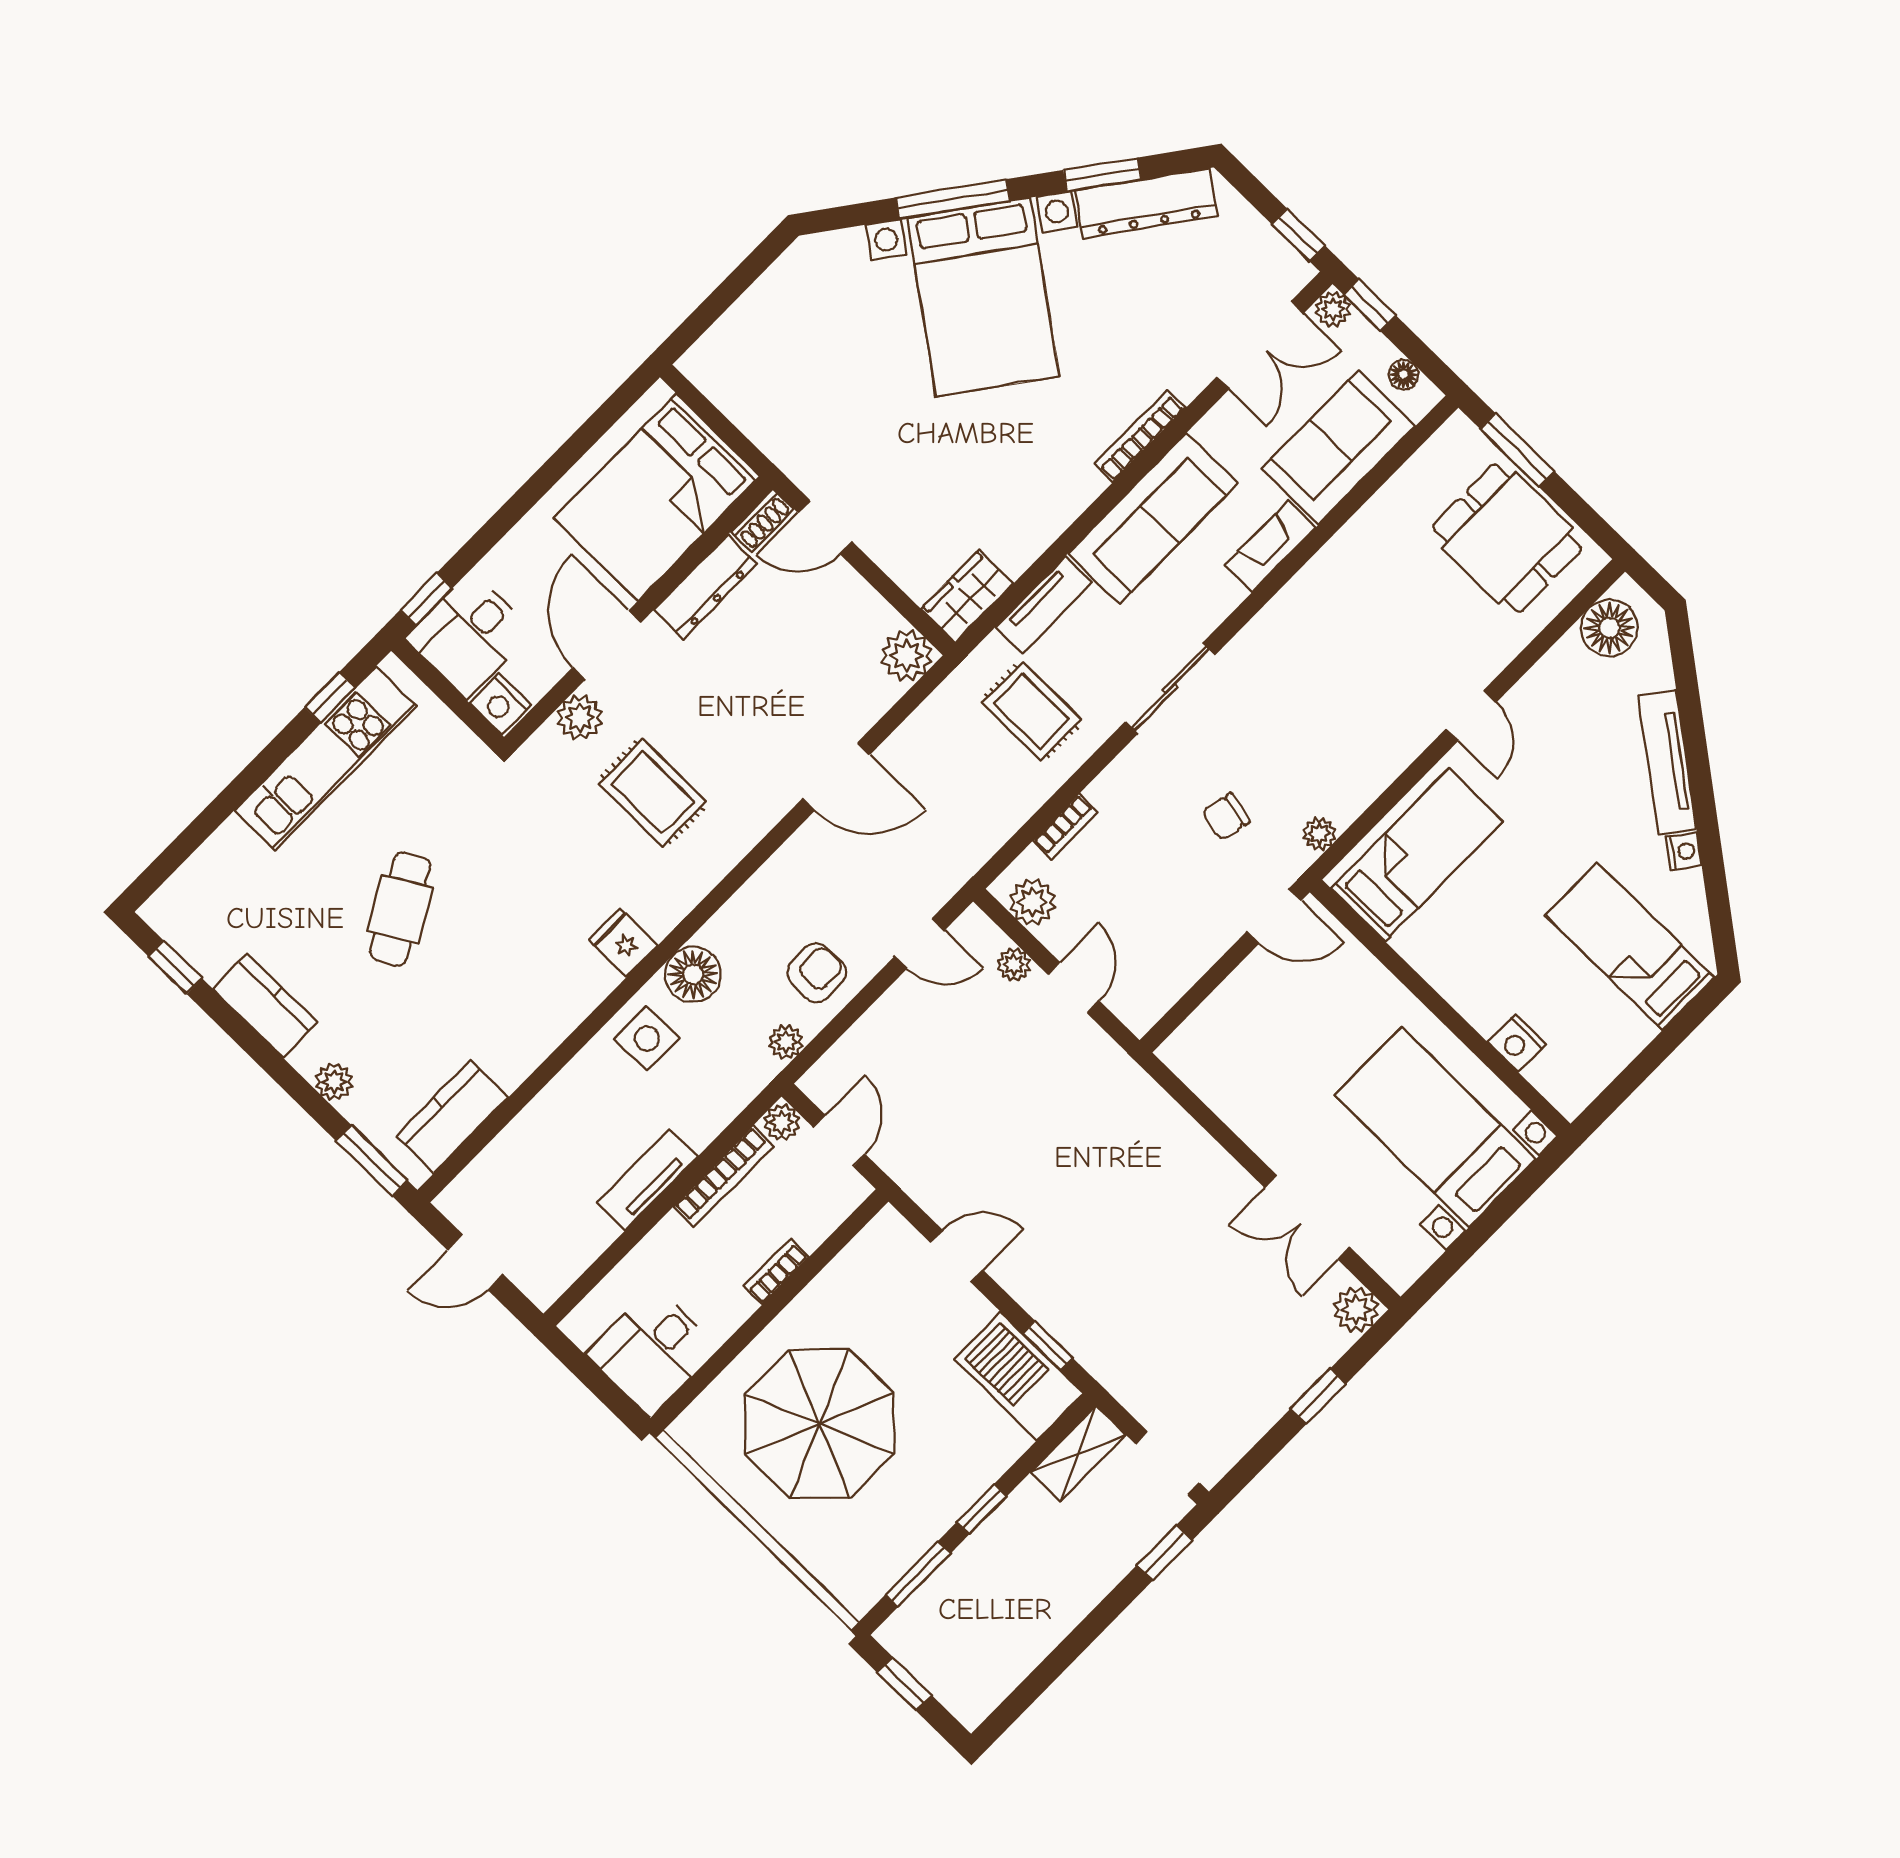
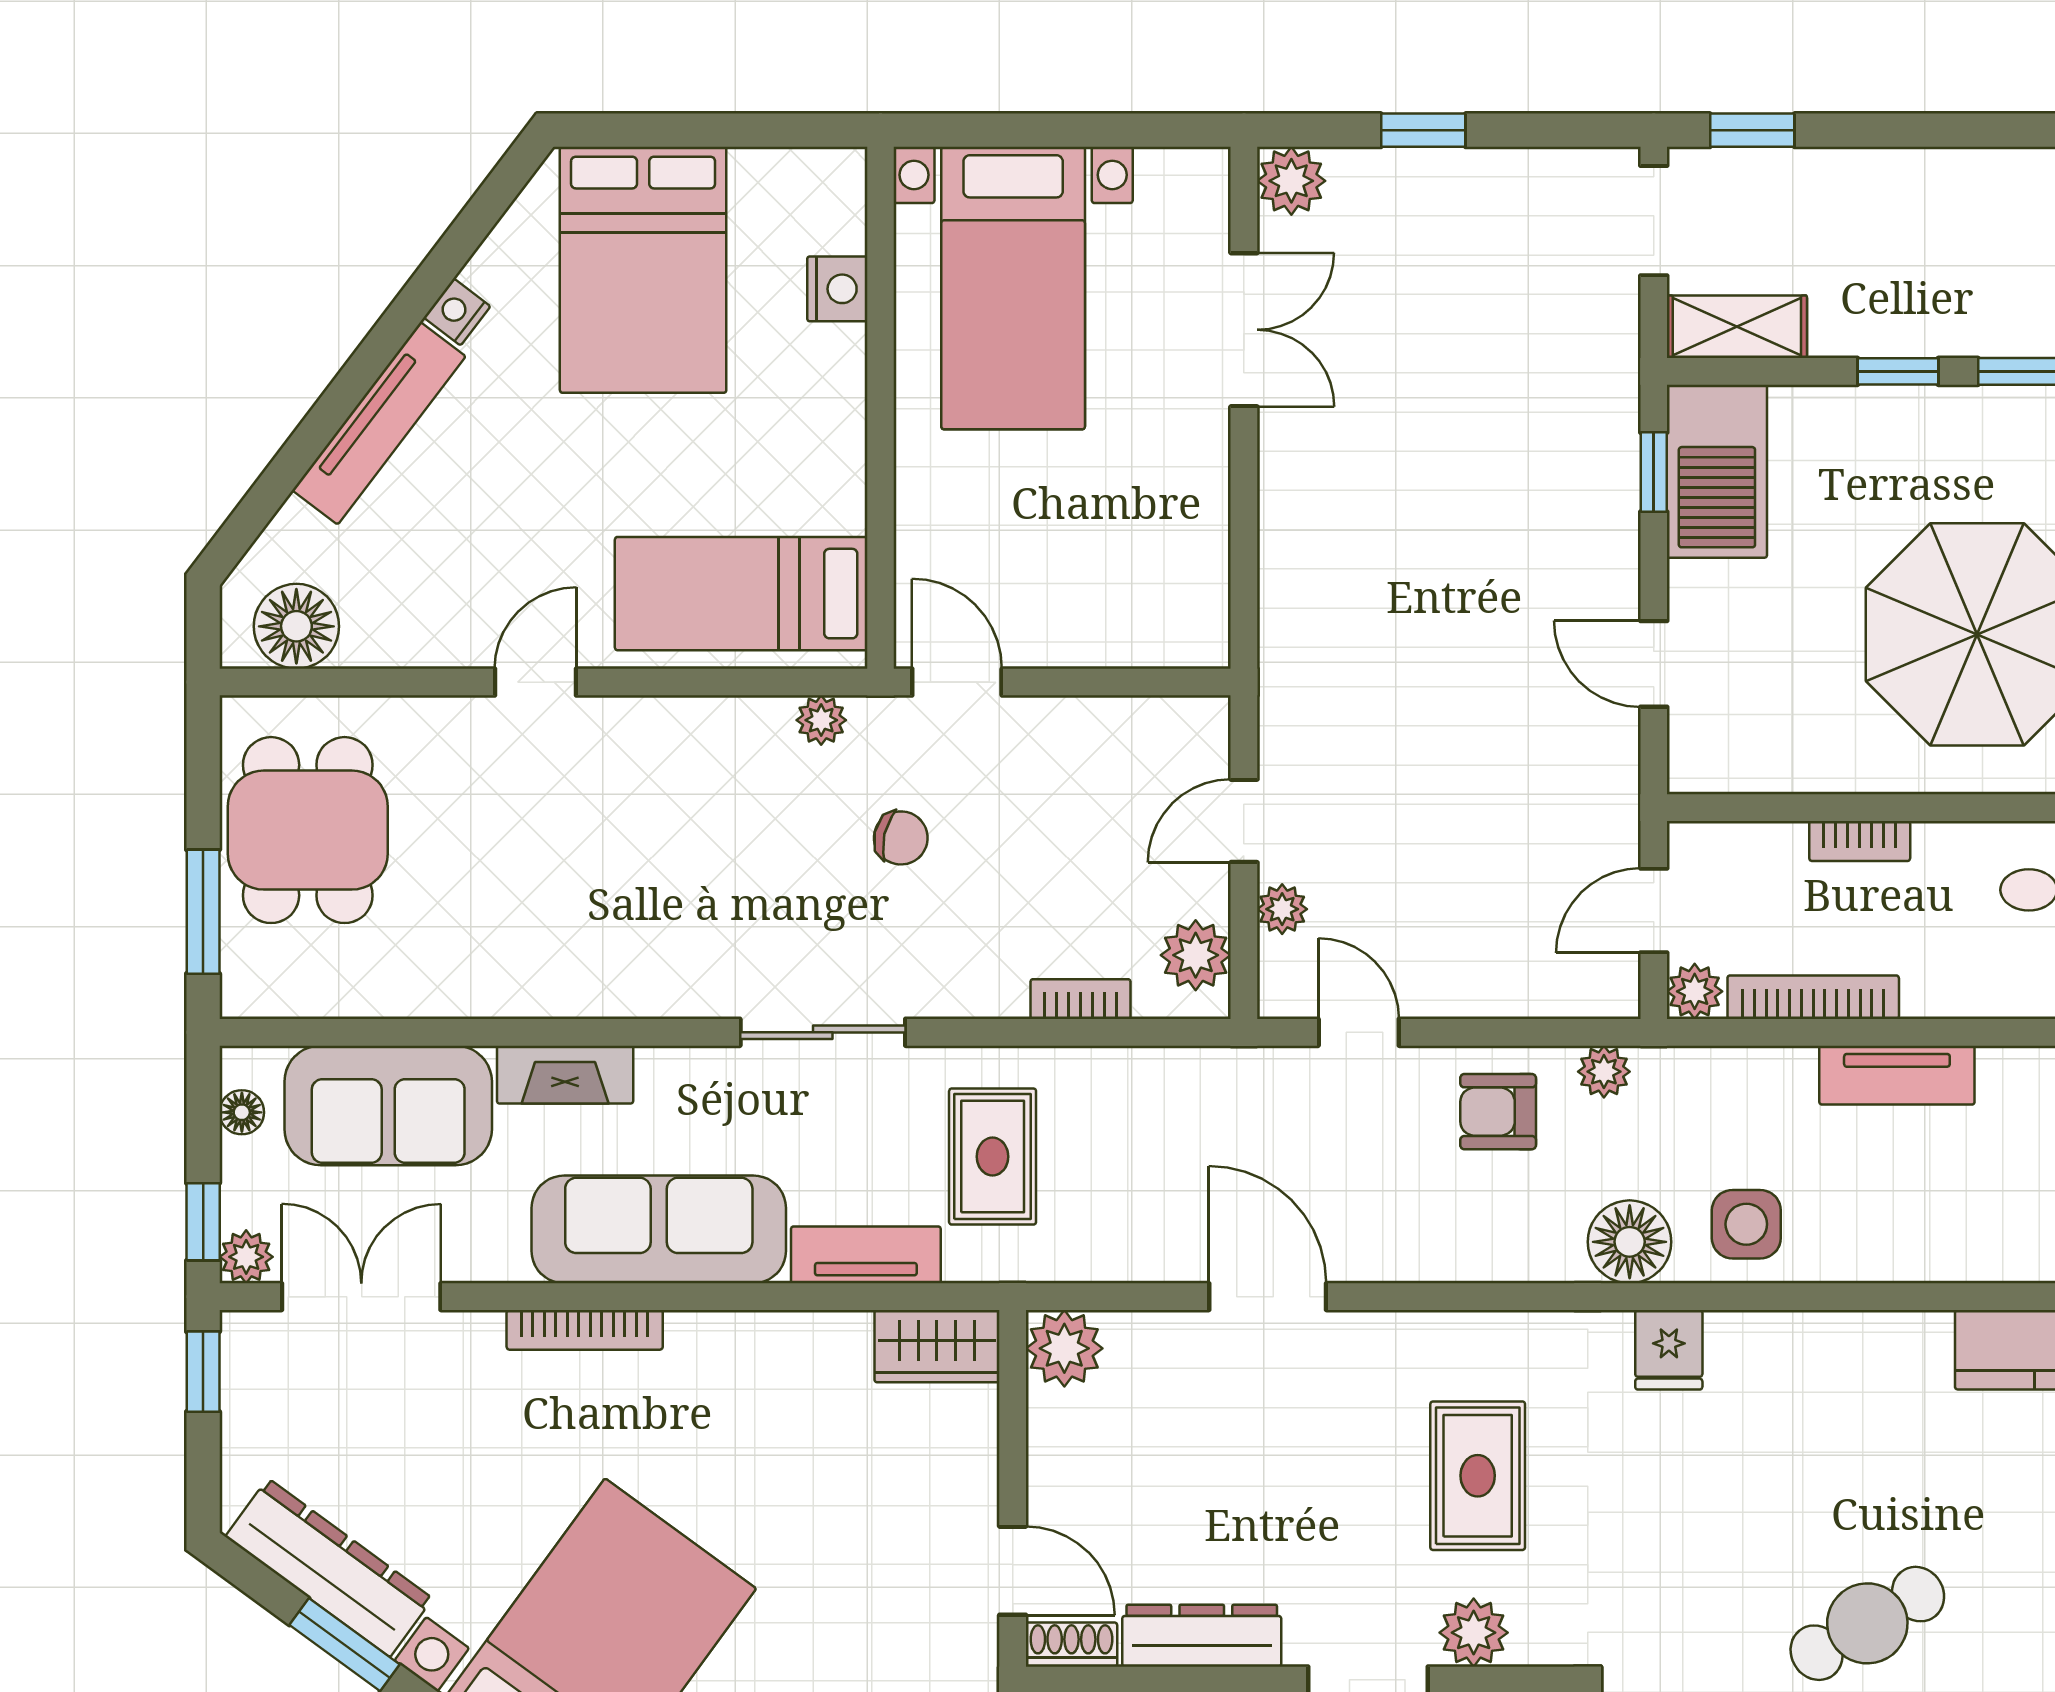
bed: (1630, 946) -> (643, 270), width x1.50

